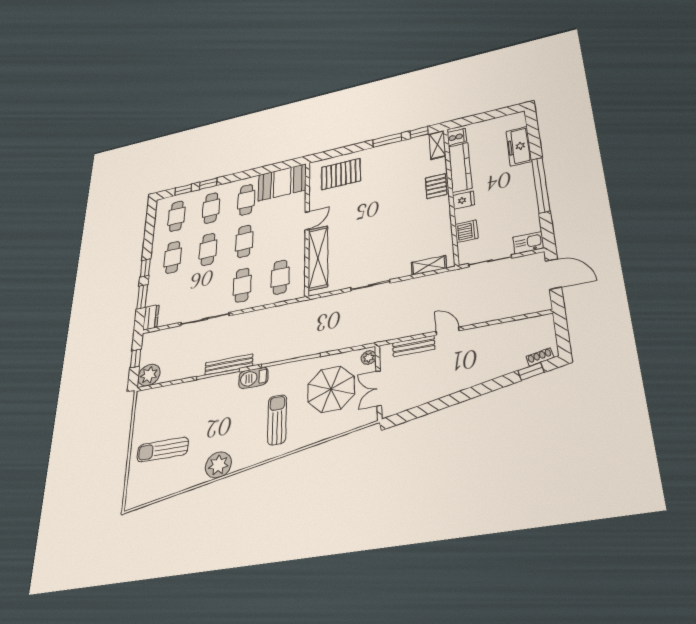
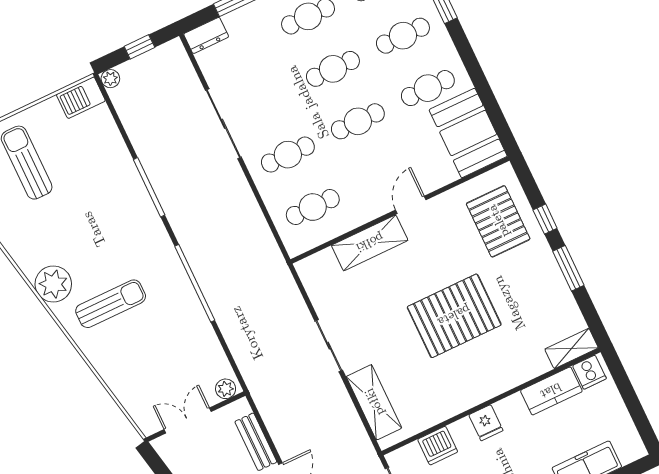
window: (419, 132) -> (545, 219), moved
kitchen counter: (460, 167) -> (551, 391), width x0.67
pallet: (436, 186) -> (454, 316), moved, width x2.05, depth x2.00
door: (307, 221) -> (411, 205), swing flipped
shelving: (318, 258) -> (370, 243), width x0.68
shelving: (429, 265) -> (374, 402), width x1.50, depth x1.33
bench: (229, 364) -> (167, 196), removed
plant: (149, 375) -> (110, 79), width x0.53, depth x0.53
barbecue: (253, 378) -> (81, 98), moved, turned -90
parasol: (331, 389) -> (170, 358), removed
plant: (218, 465) -> (53, 284), moved

